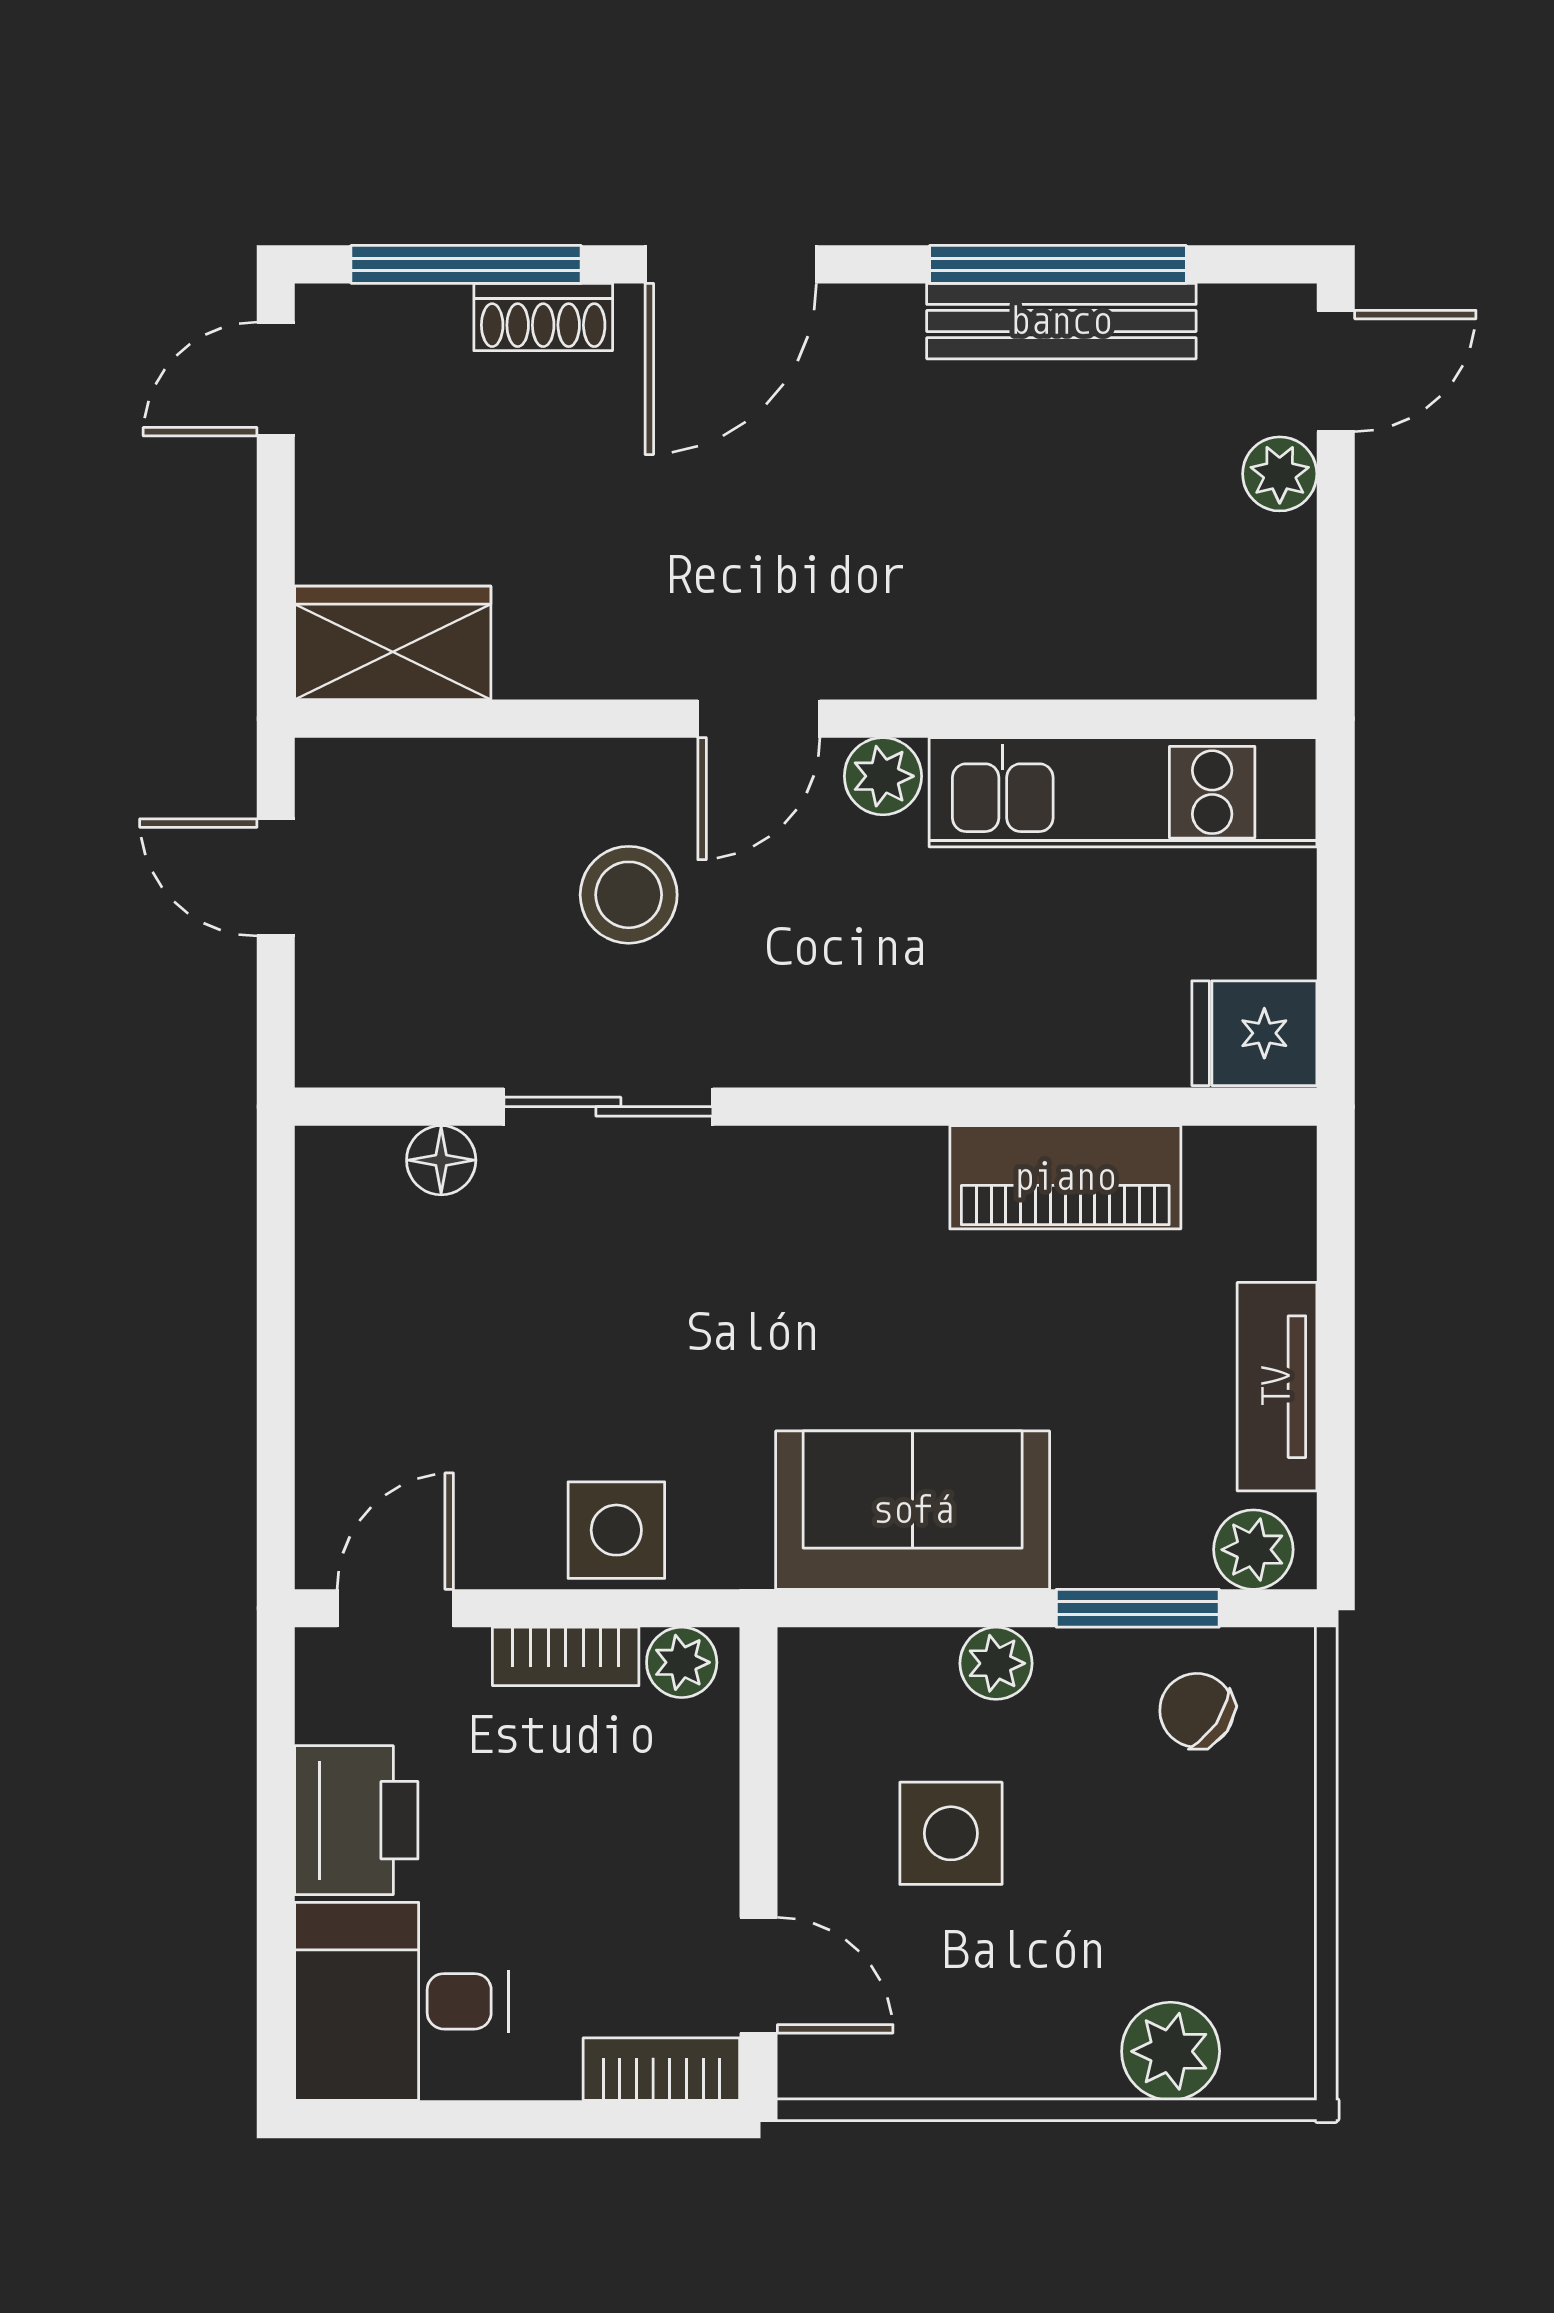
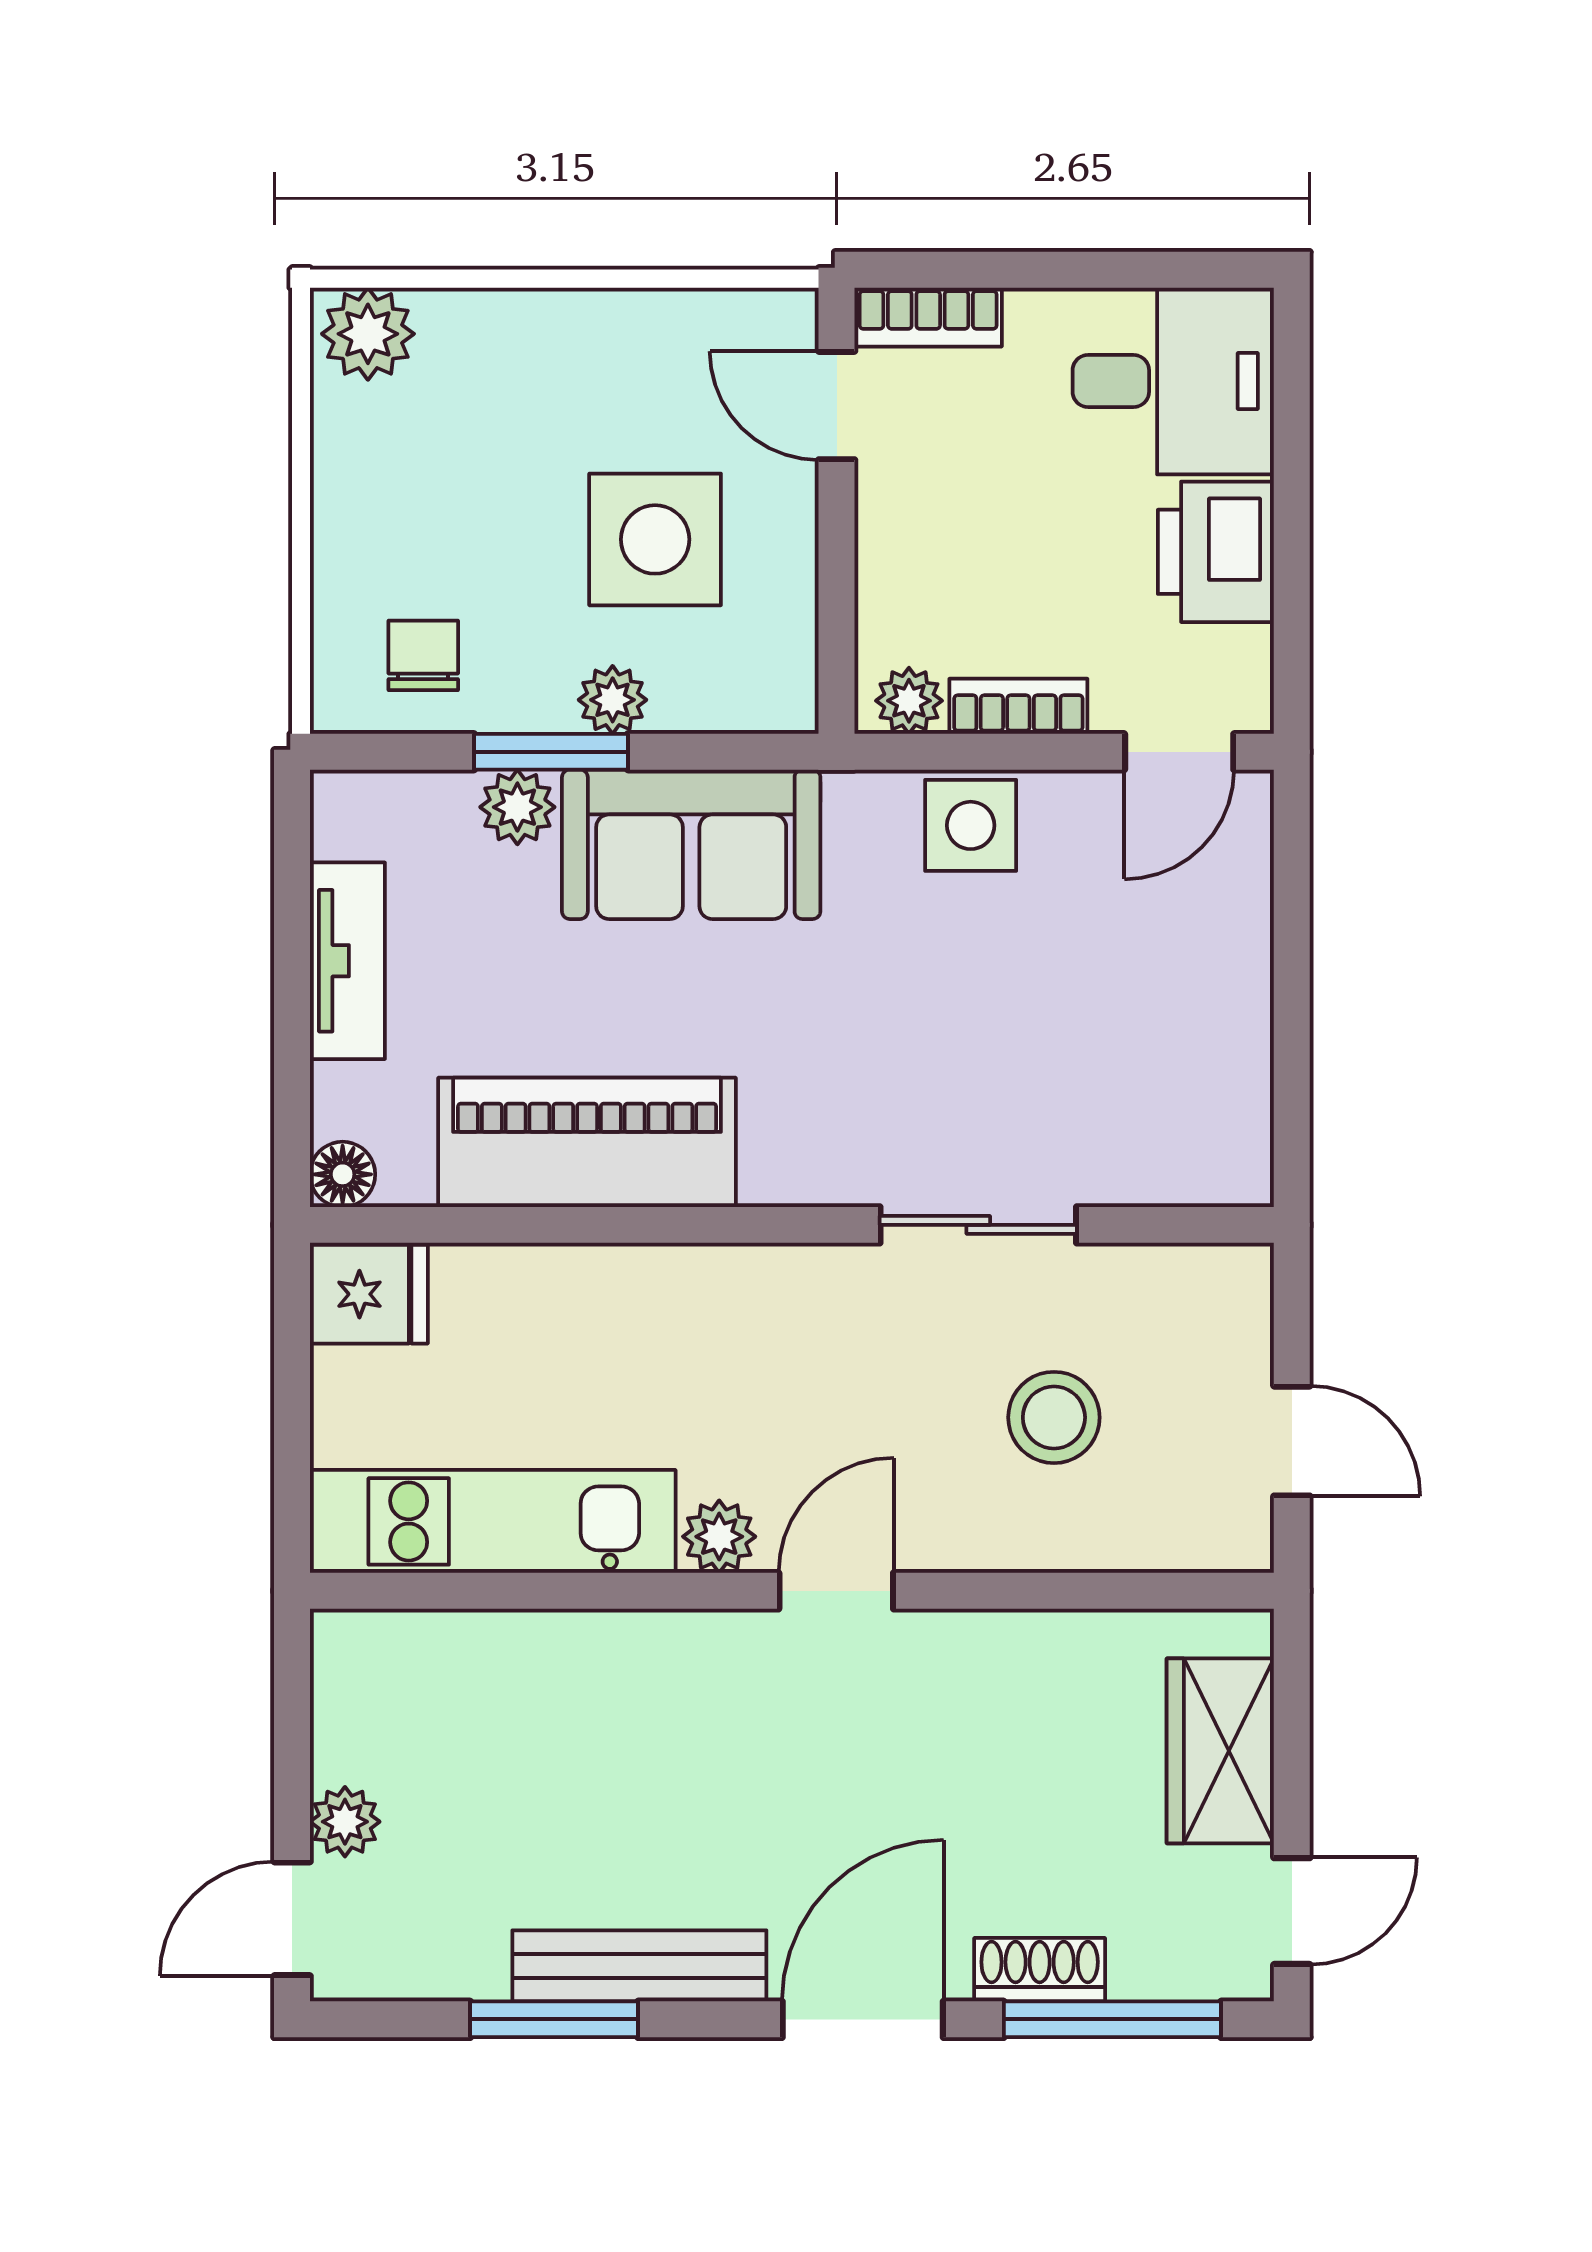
window: (1058, 264) -> (554, 2019), width x0.69
bench: (1061, 321) -> (639, 1966), moved
wardrobe: (393, 643) -> (1220, 1751), moved, turned 90
stool: (629, 895) -> (1054, 1417), moved
floor lamp: (441, 1160) -> (343, 1174), moved
piano: (1065, 1177) -> (587, 1142), width x1.37, depth x1.33
plant: (1253, 1550) -> (517, 807), moved
window: (1138, 1608) -> (551, 752), moved
chair: (1197, 1710) -> (423, 655), turned -124
side table: (951, 1833) -> (655, 539), width x1.37, depth x1.37
plant: (1171, 2051) -> (368, 334), moved

